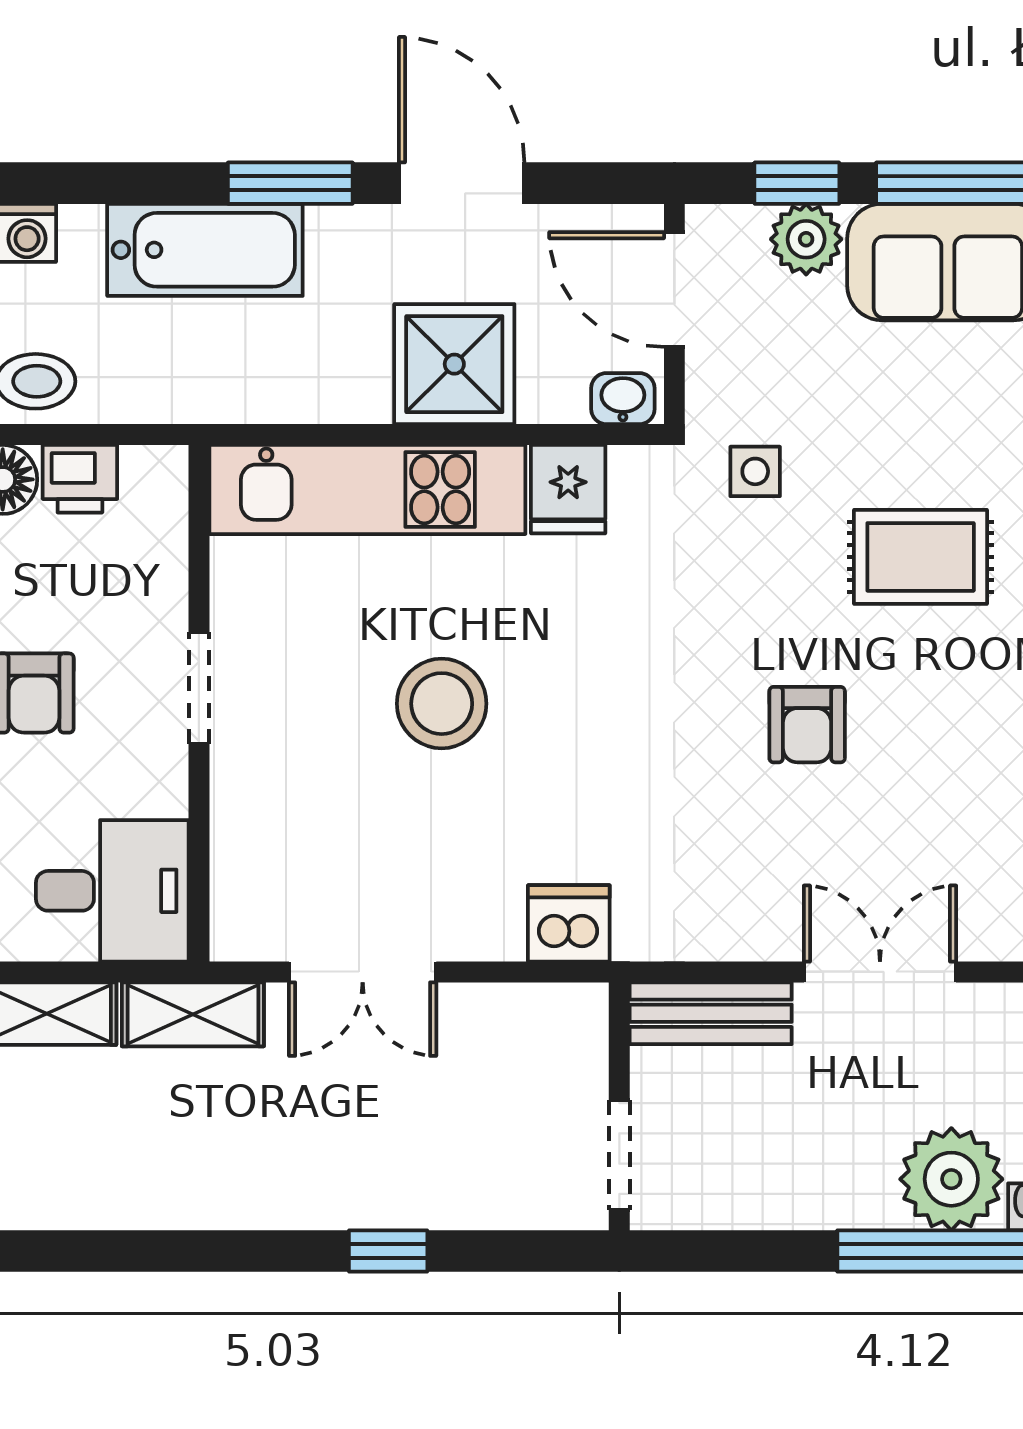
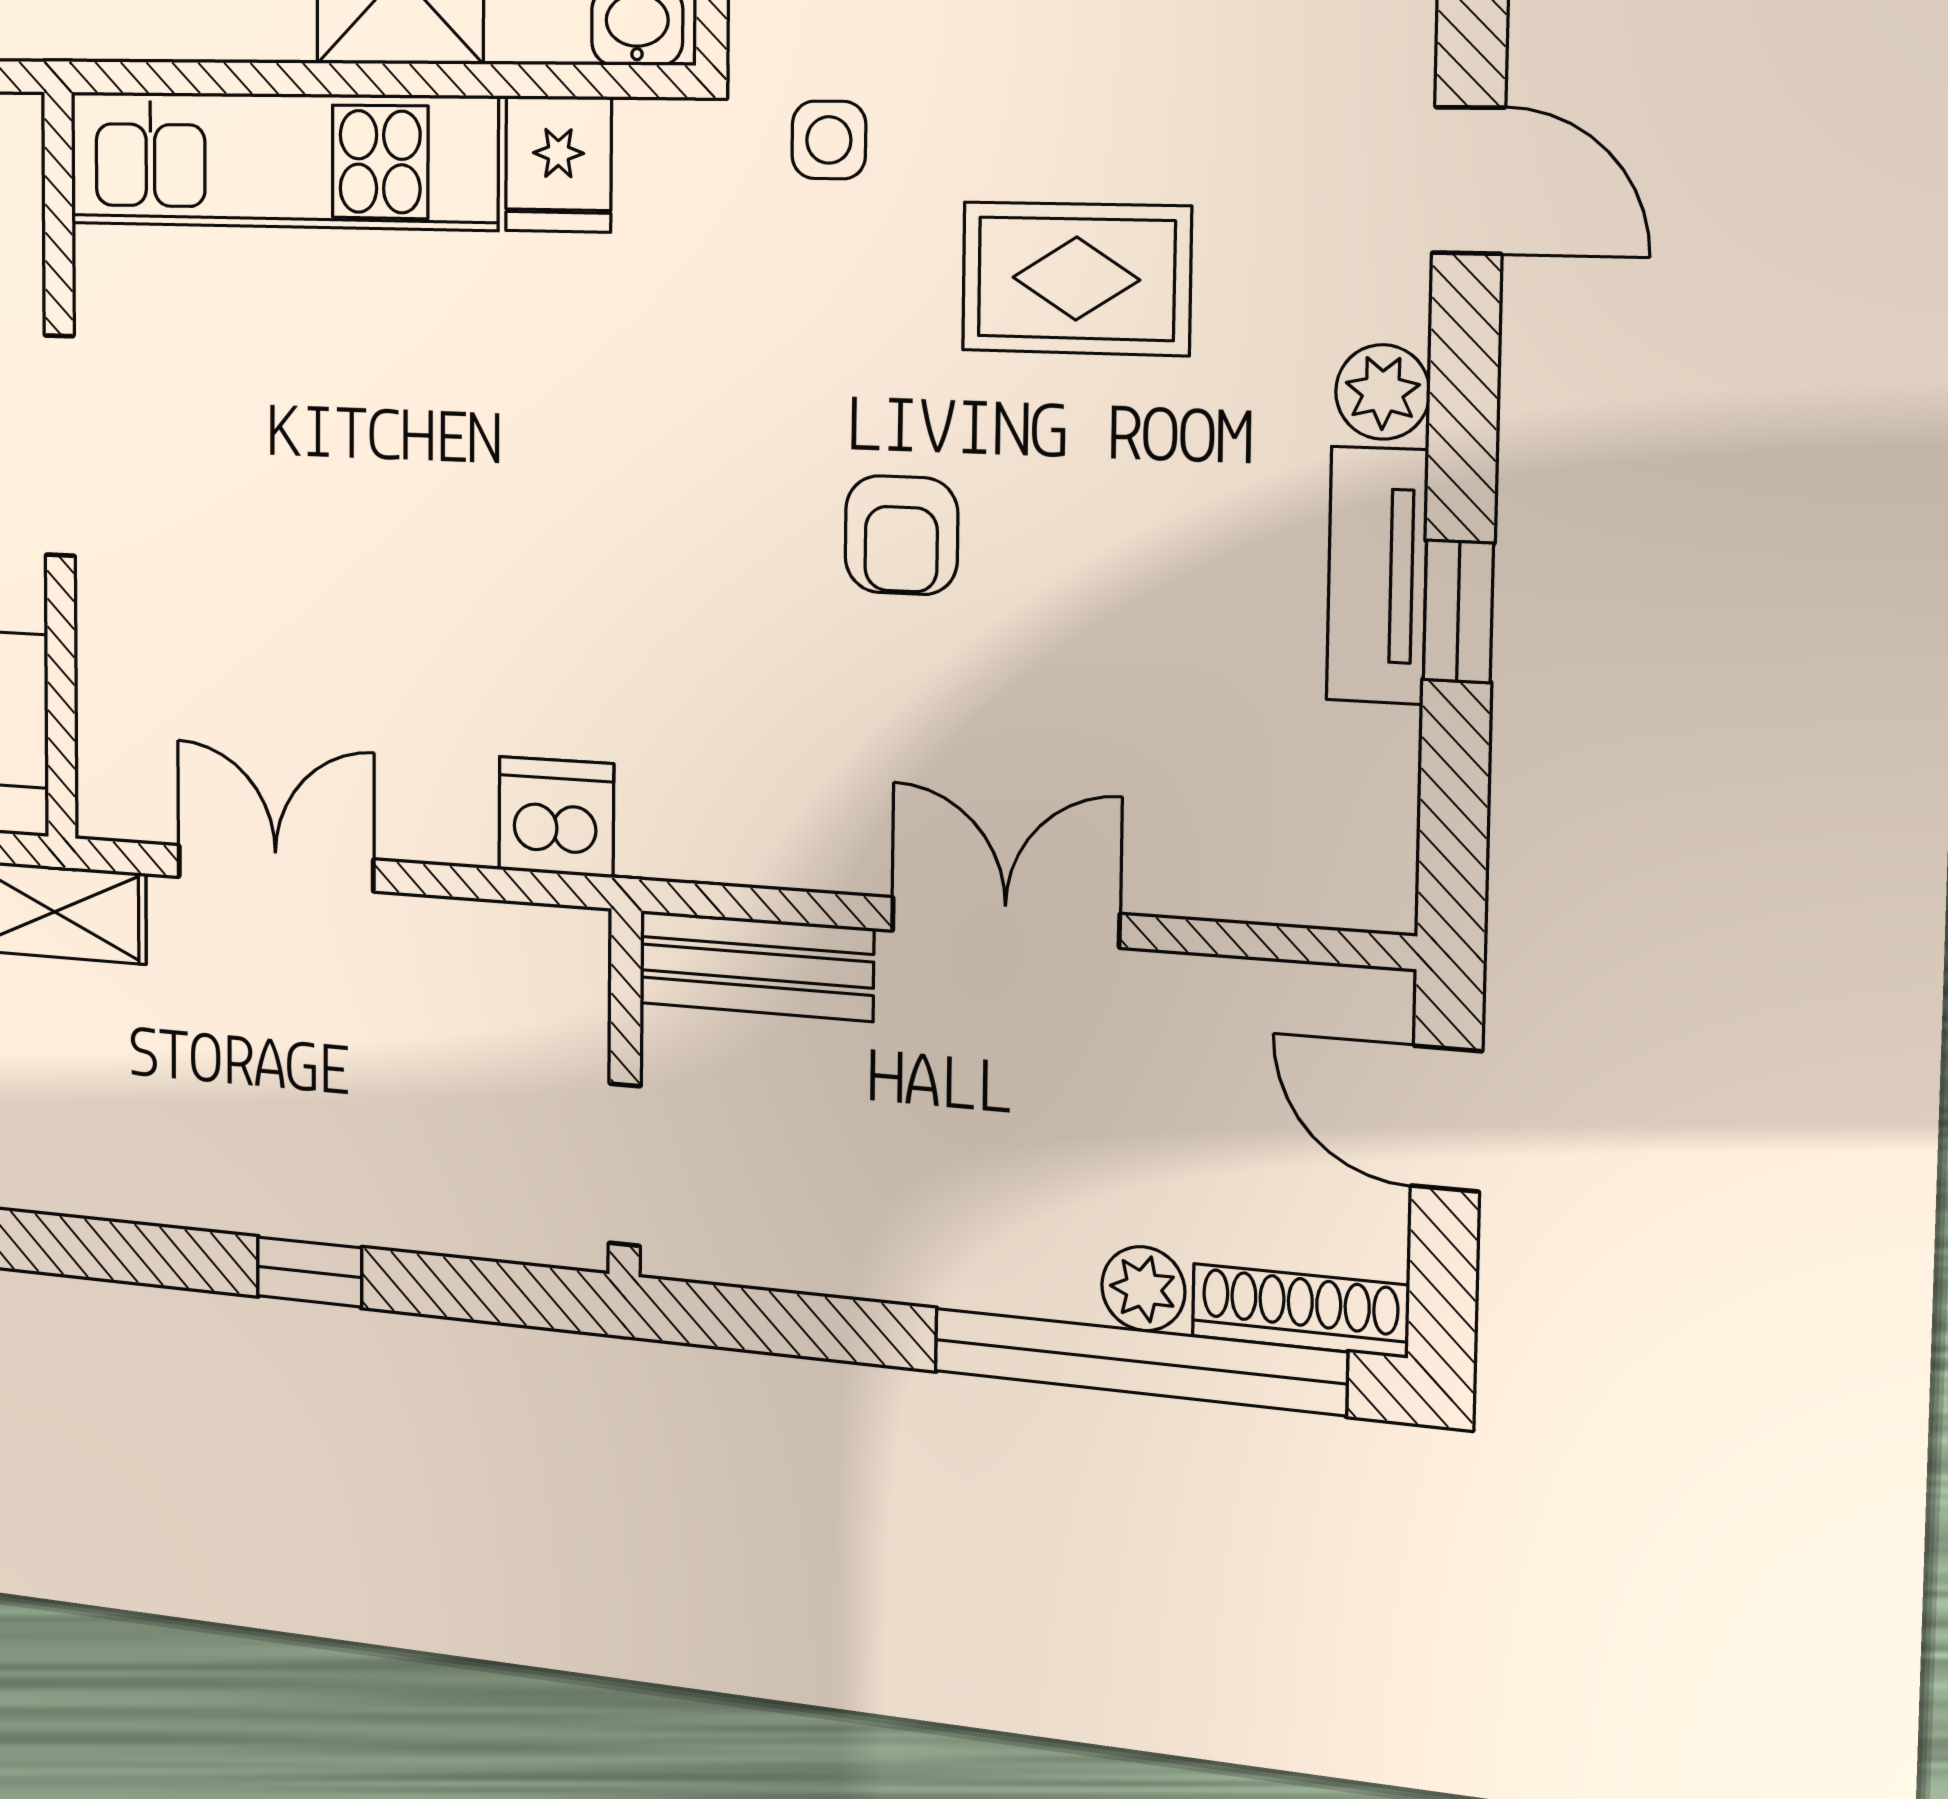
doorway: (199, 688) -> (60, 446), width x1.38
stool: (442, 704) -> (382, 481), removed
double door: (363, 972) -> (275, 868), swing flipped
plant: (951, 1179) -> (1143, 1289), width x0.53, depth x0.53

